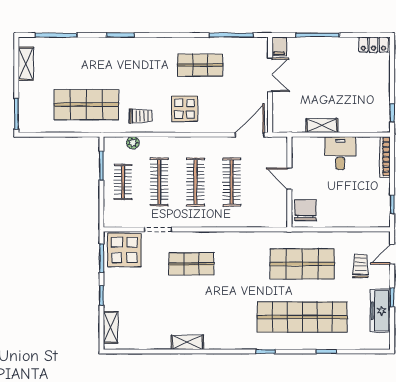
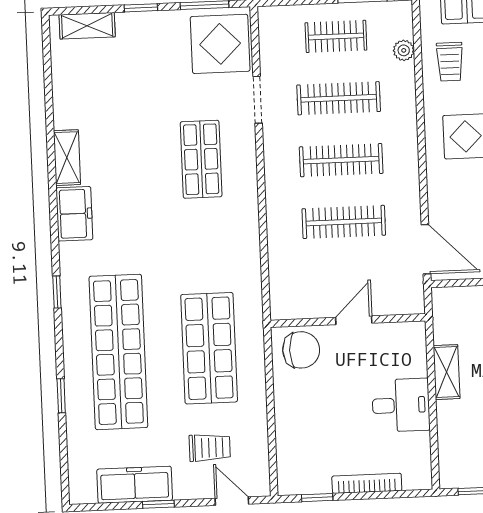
bookcase: (385, 157) -> (367, 483), moved
freezer: (220, 339) -> (74, 214), added

